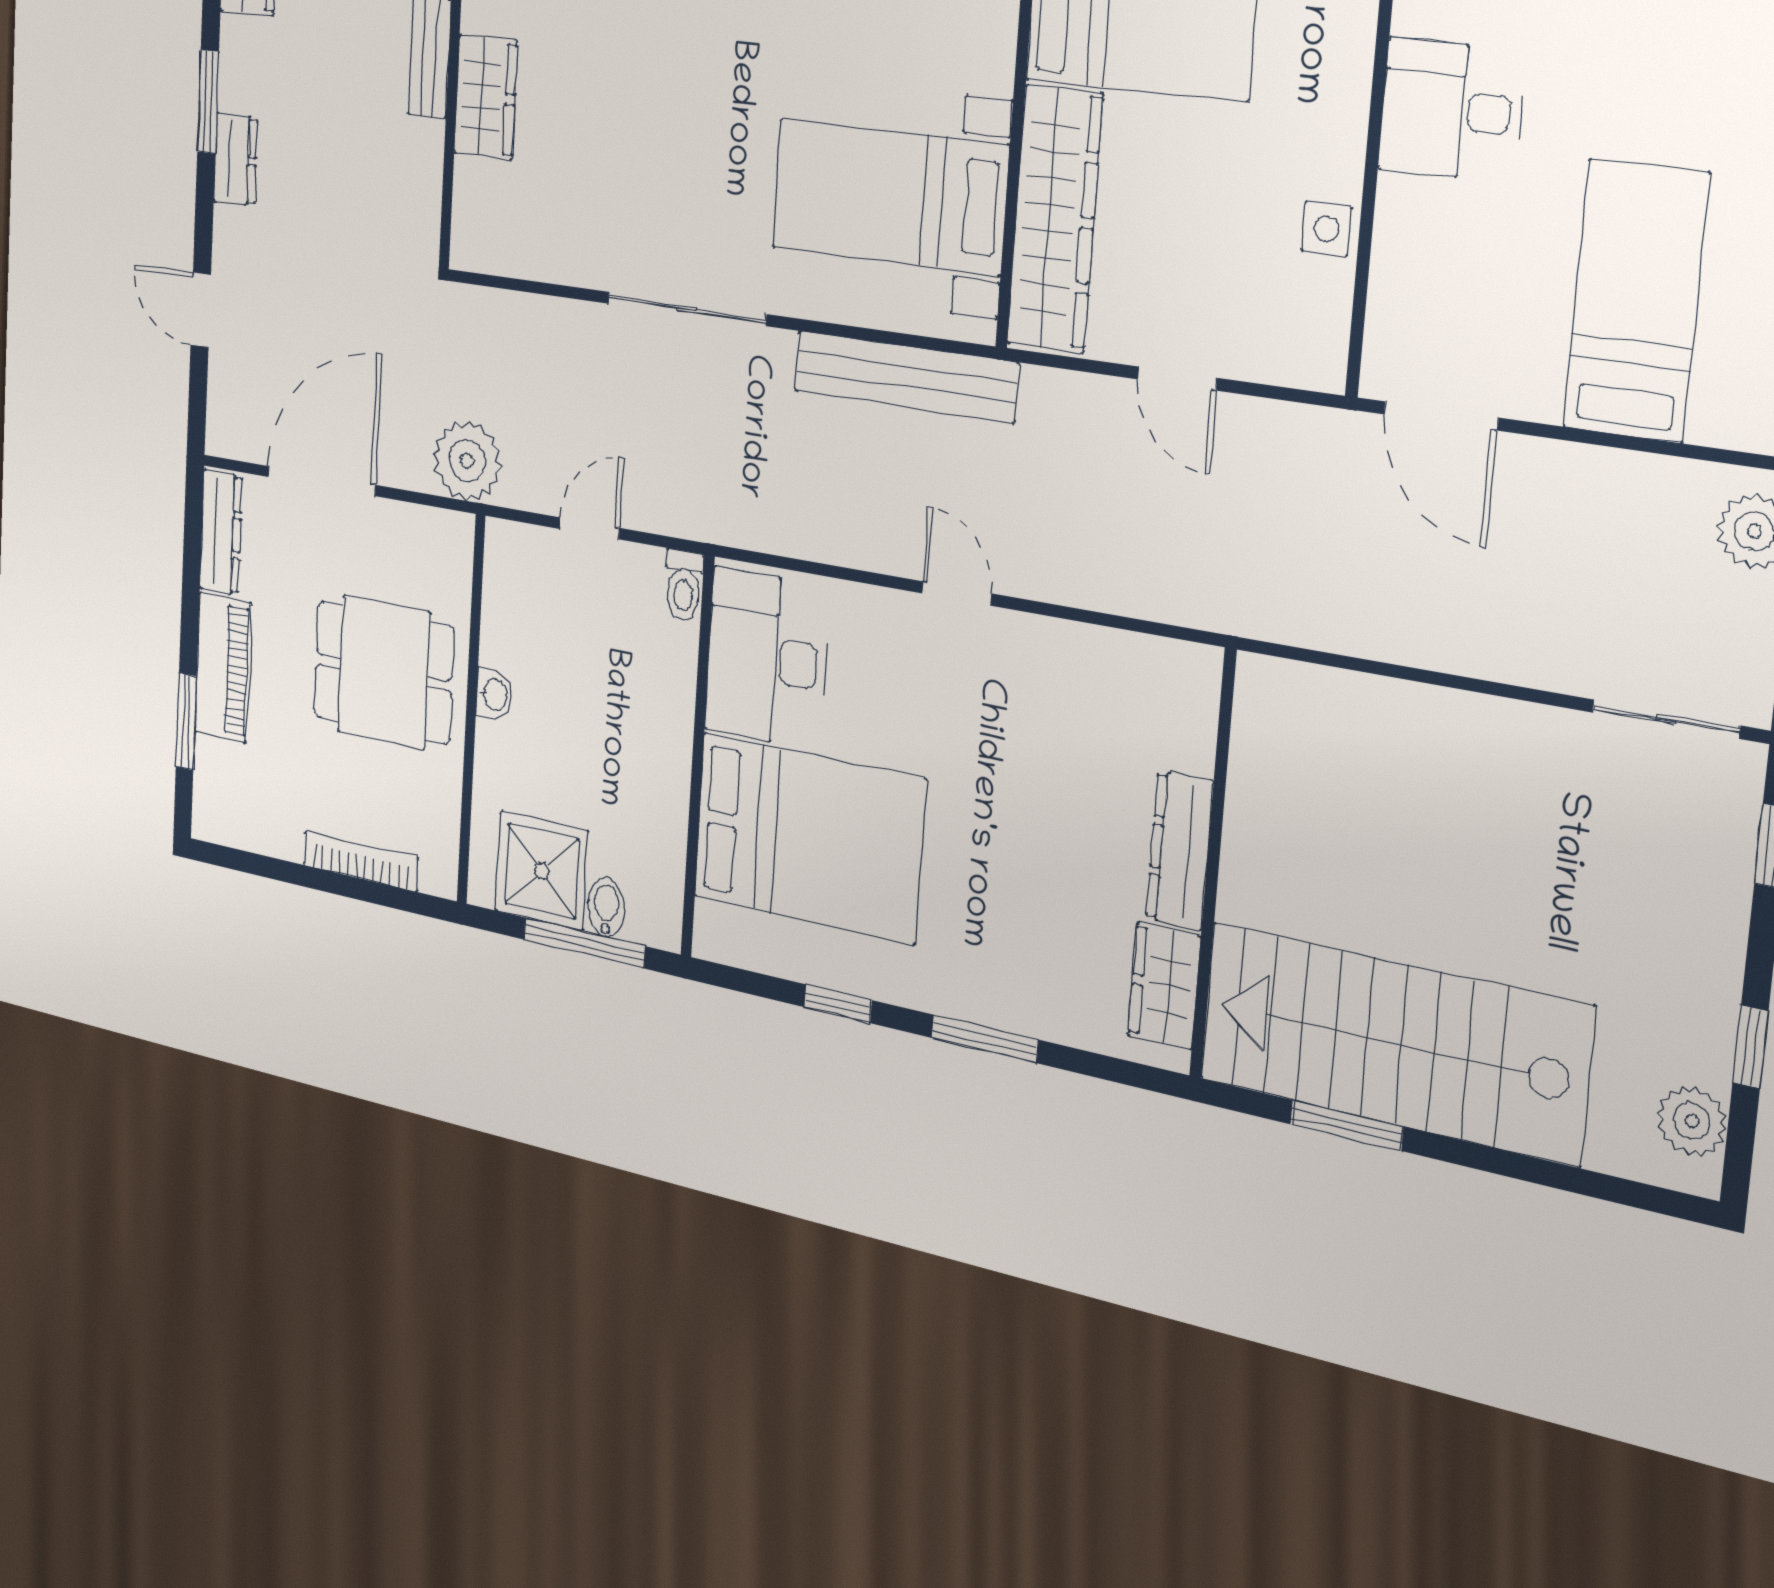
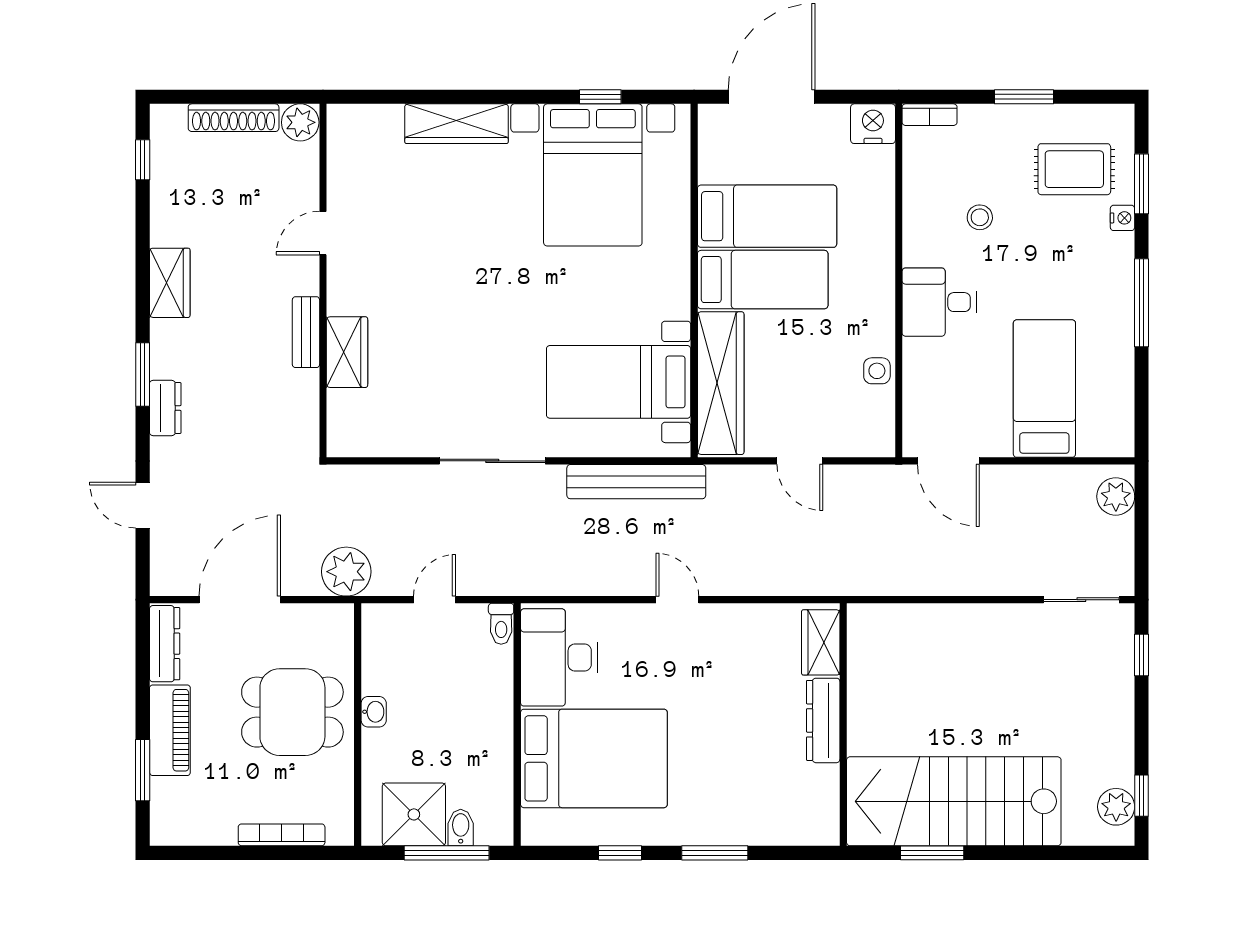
wardrobe: (1164, 986) -> (821, 642), moved
window: (1750, 1047) -> (1142, 796), moved

